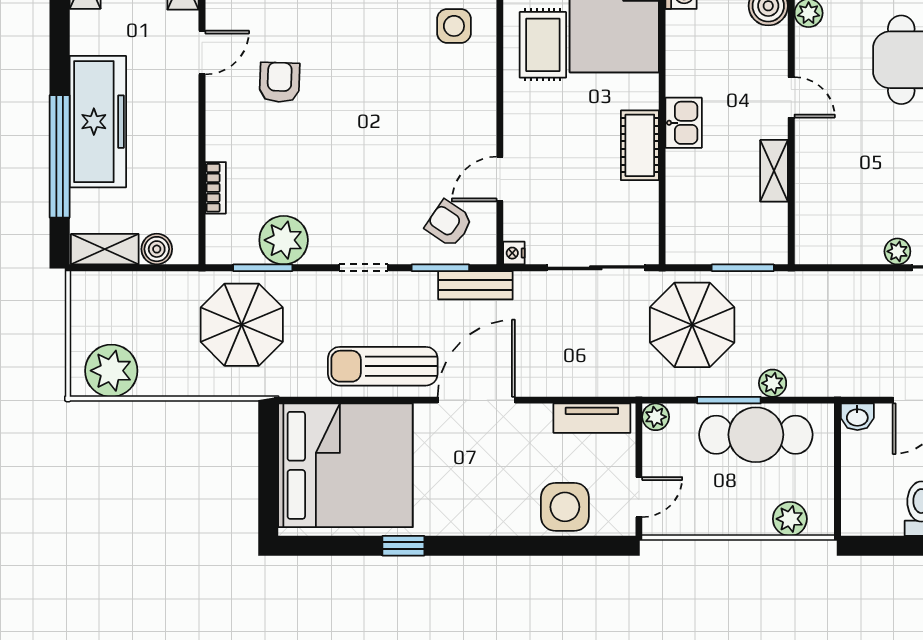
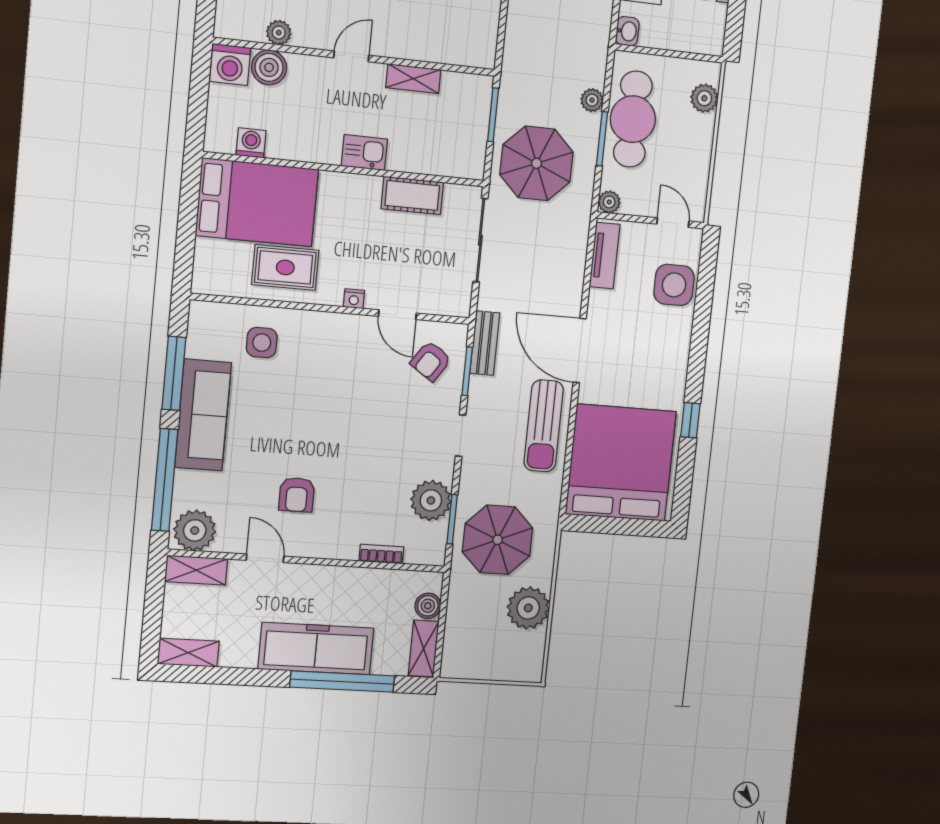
armchair: (280, 82) -> (297, 495), turned -92
cot: (640, 145) -> (412, 196), moved
nightstand: (514, 253) -> (354, 299), moved
plant: (111, 371) -> (528, 608), moved

